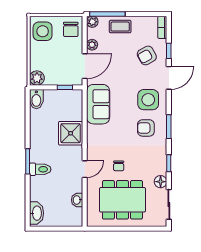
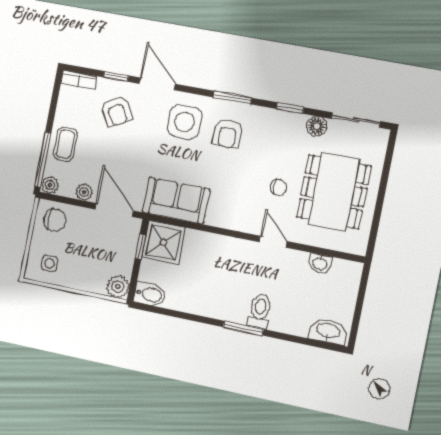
side table: (43, 31) -> (49, 263), width x0.54, depth x0.54
shower: (71, 133) -> (164, 242), moved

